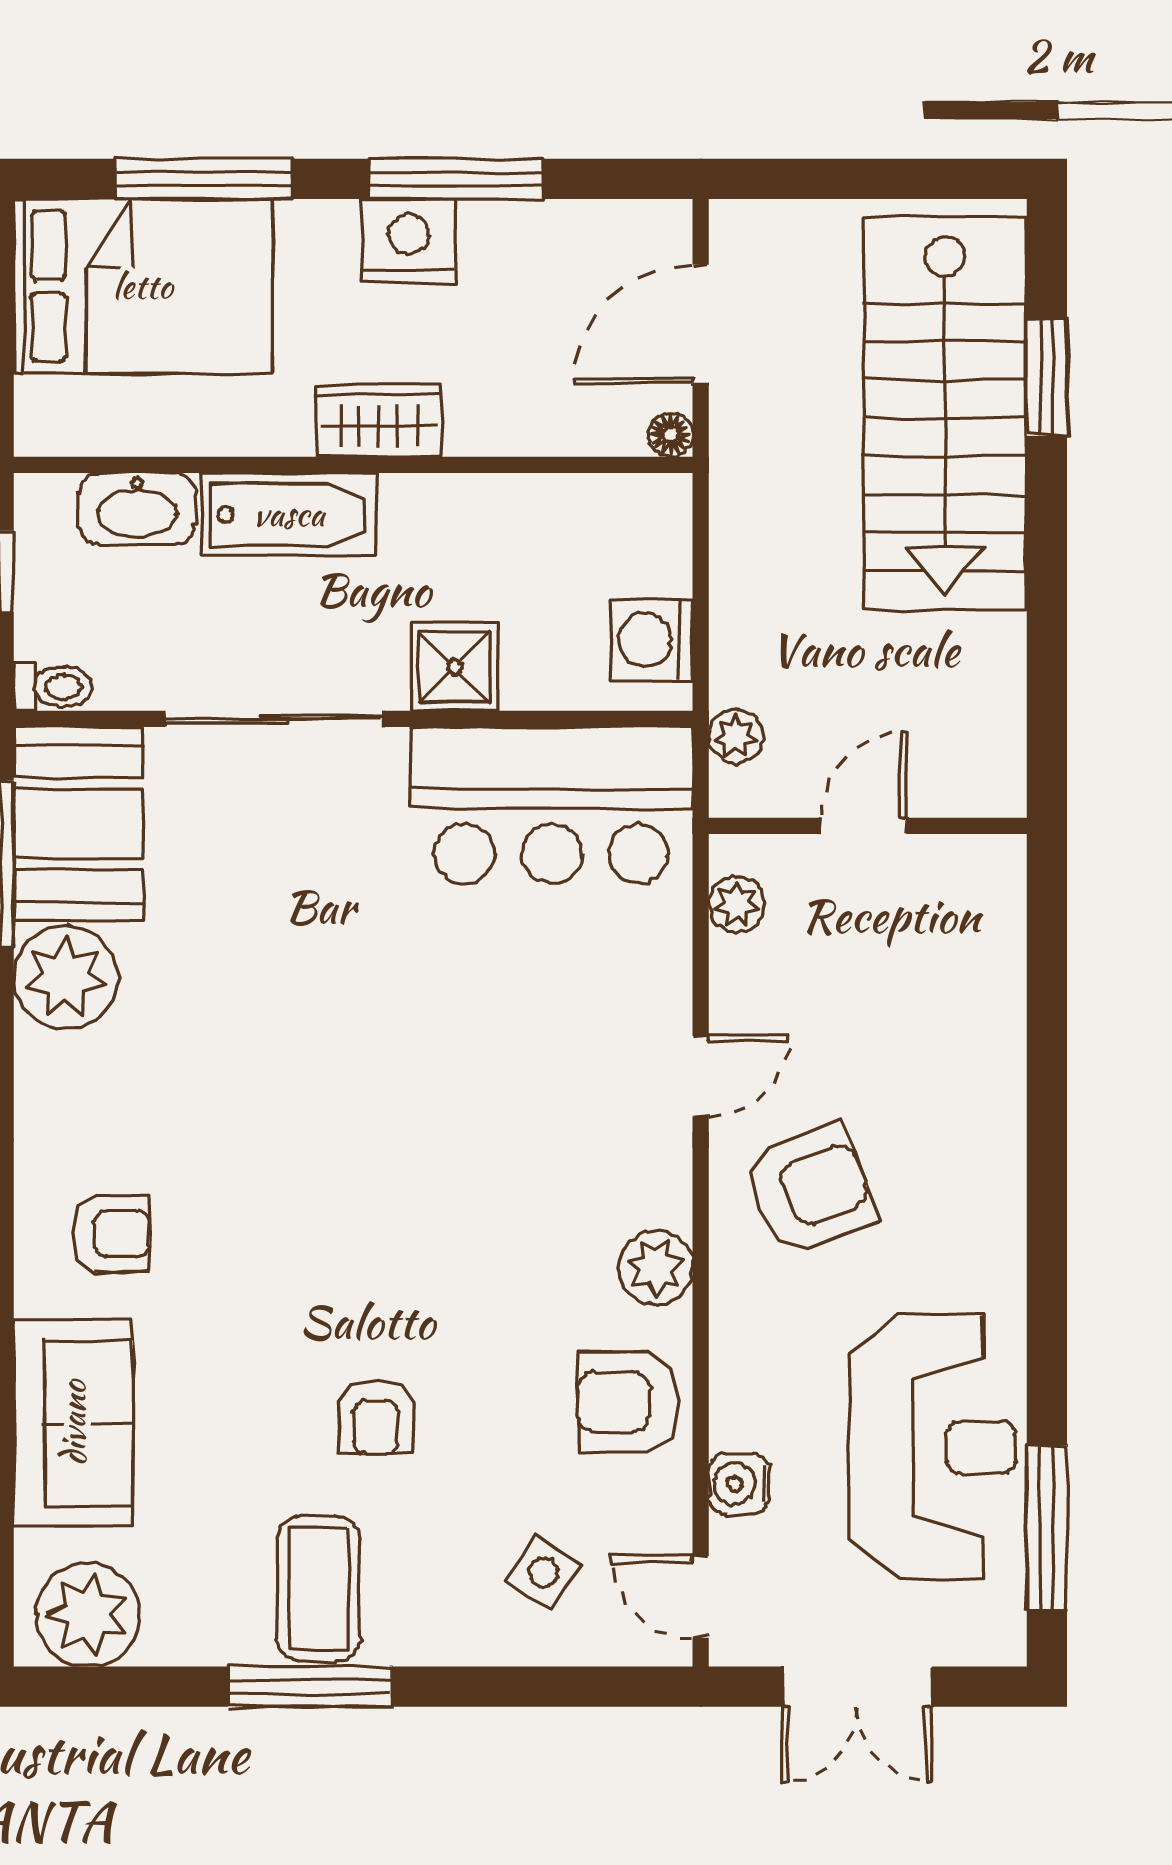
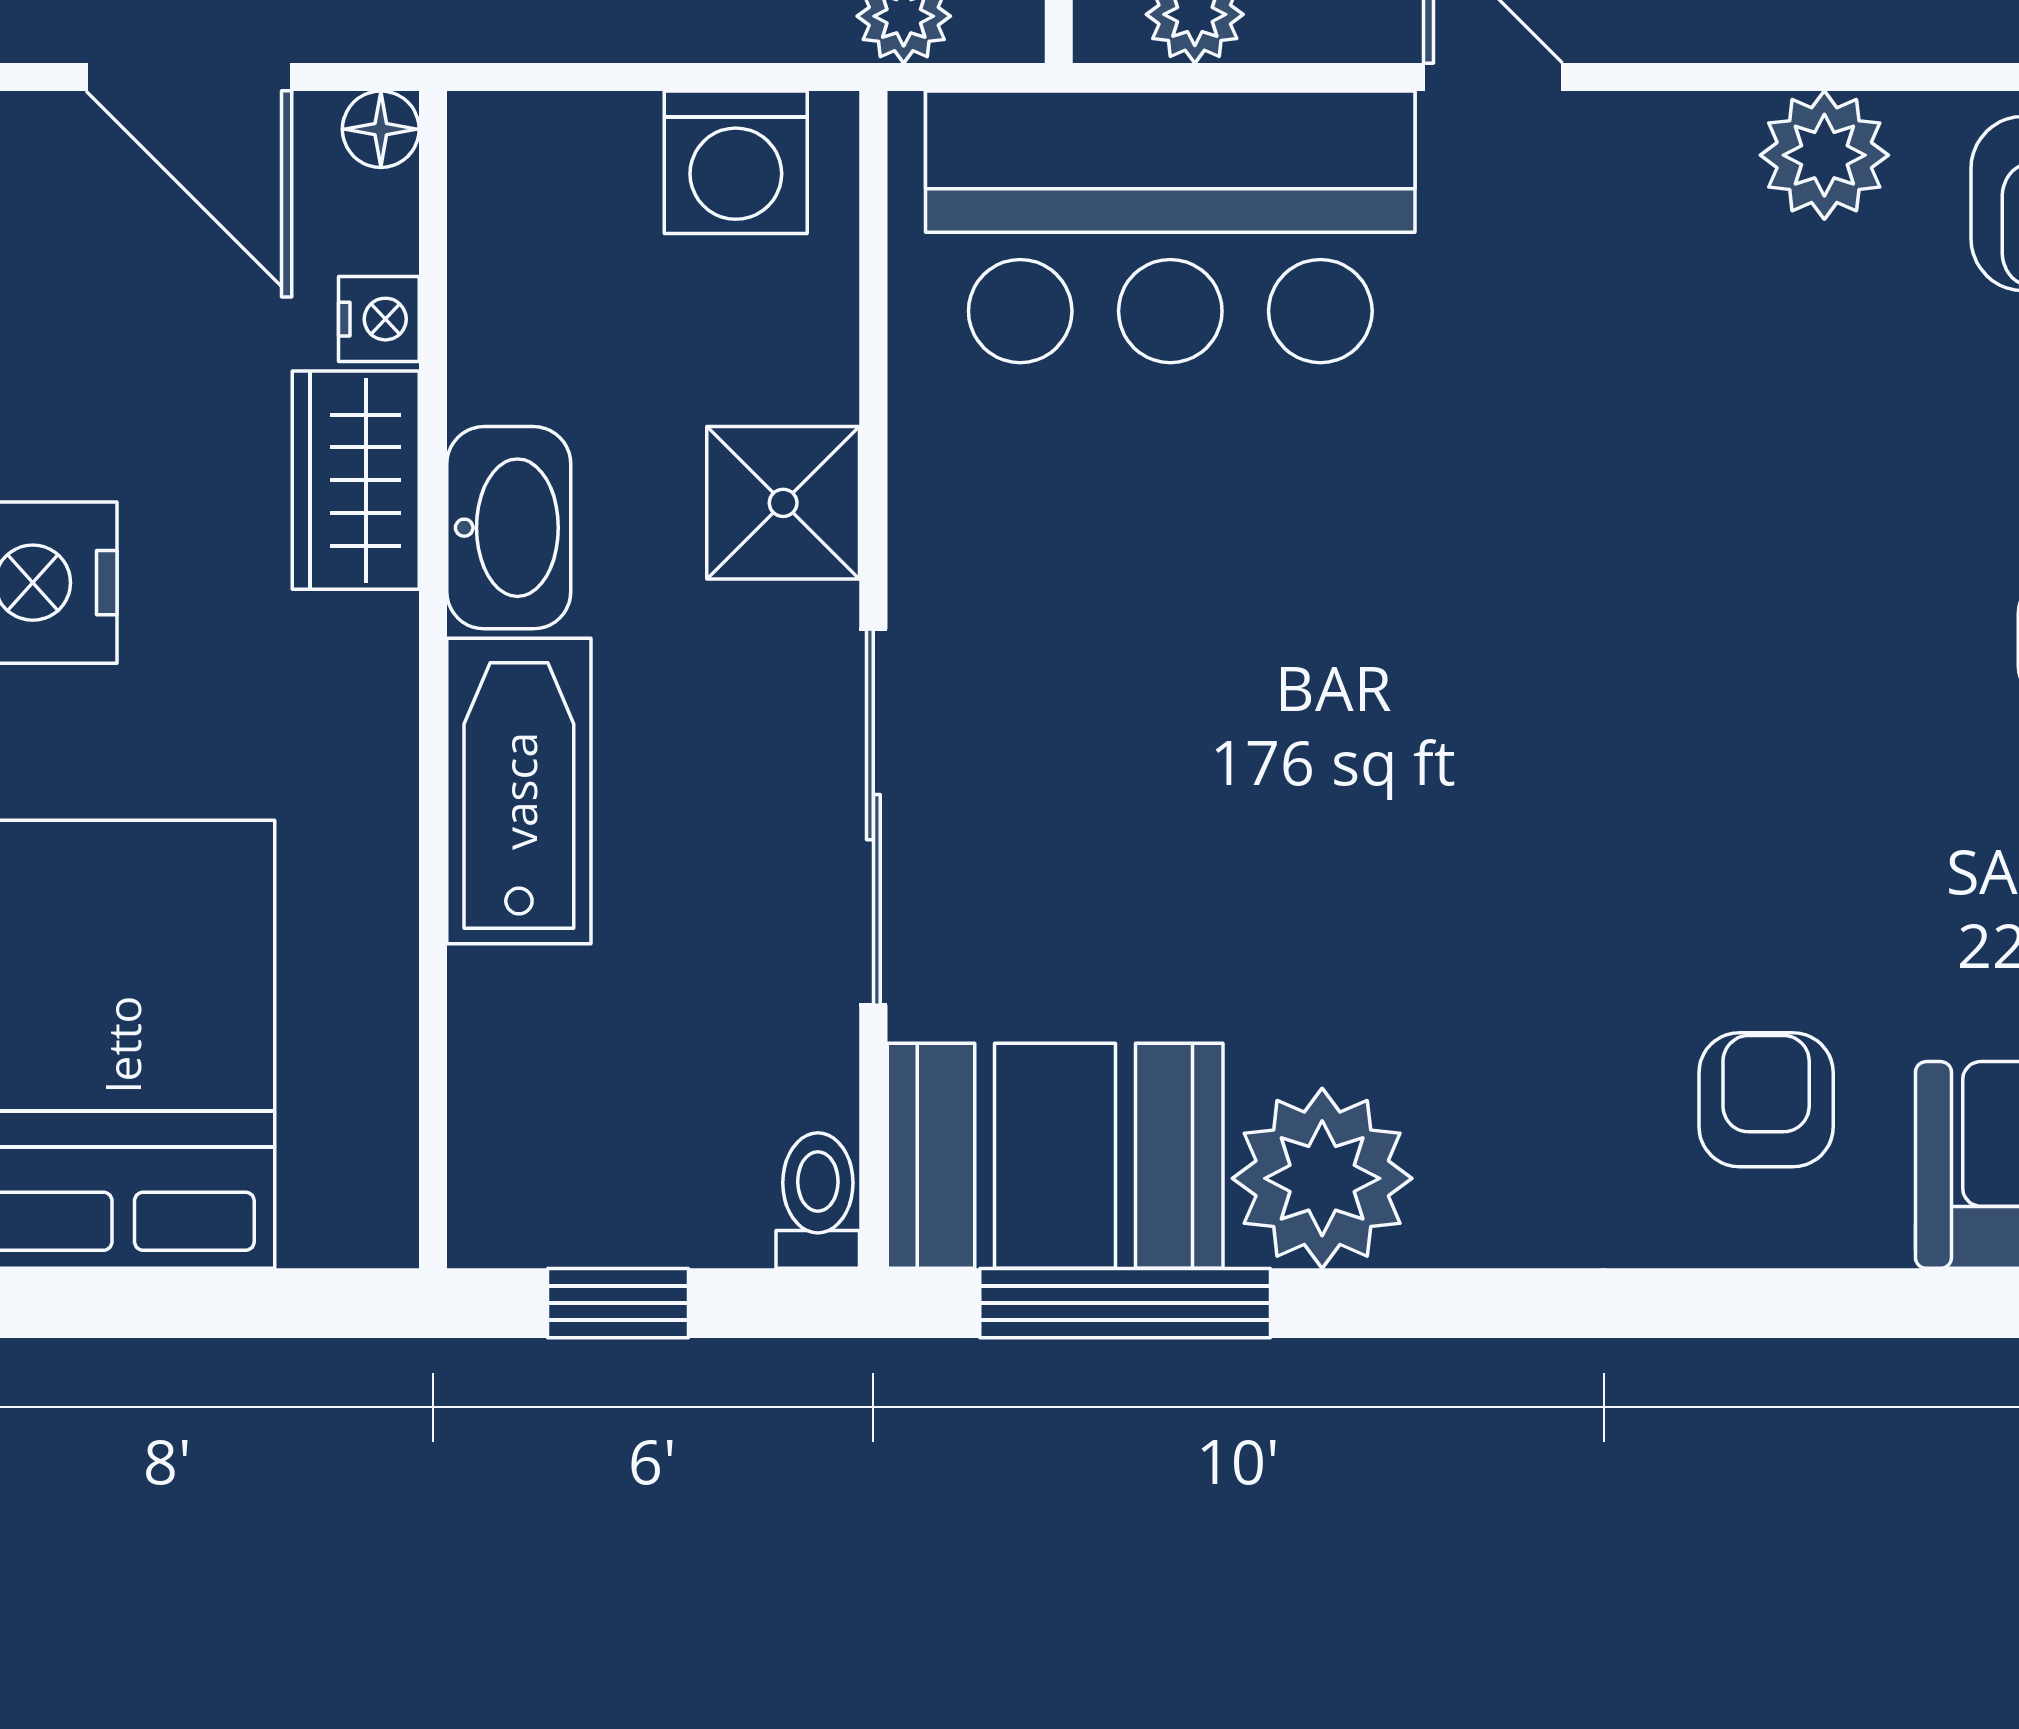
wardrobe: (378, 420) -> (356, 480), moved
nightstand: (561, 434) -> (379, 319), added
washbasin: (137, 509) -> (509, 528), moved
bar counter: (551, 805) -> (1170, 227), moved, turned 90

